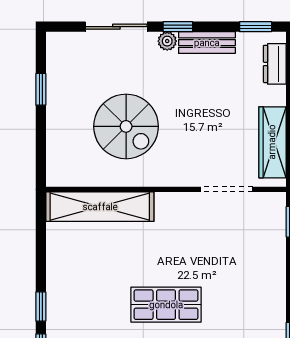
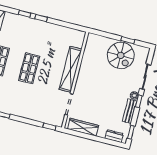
spiral stairs: (126, 126) -> (121, 55), moved, turned -90
shelving: (100, 207) -> (71, 69), moved

